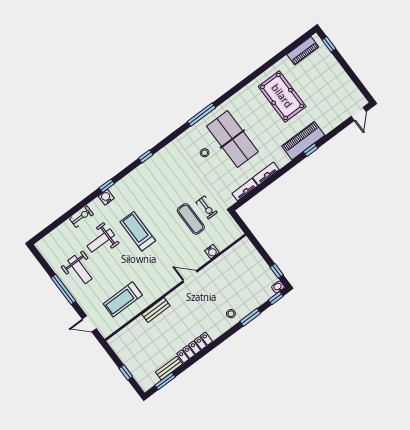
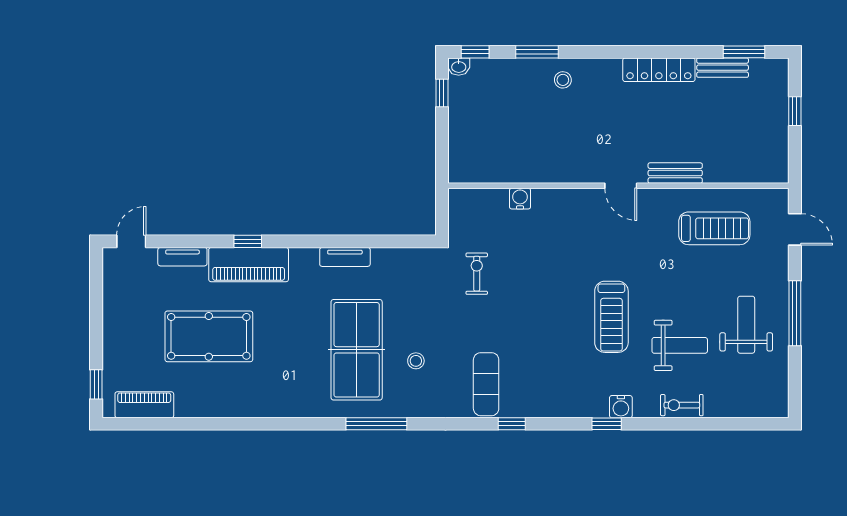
pool table: (282, 96) -> (209, 336), moved, turned 90
tv unit: (245, 190) -> (182, 257), moved
exercise mat: (191, 219) -> (486, 384), moved
door: (190, 276) -> (621, 186), moved

